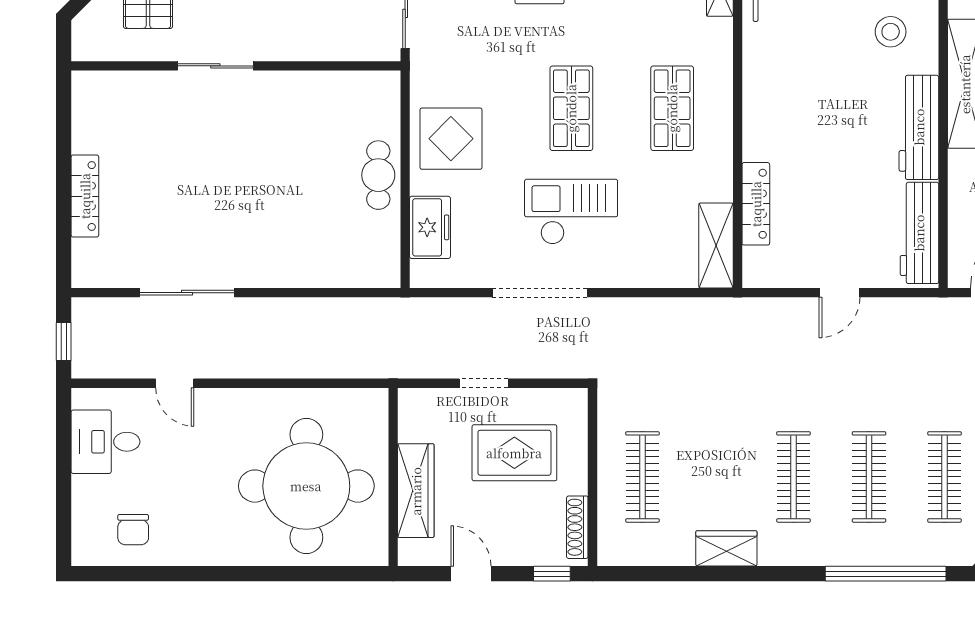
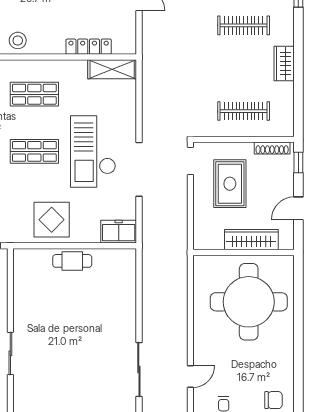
stool: (767, 79) -> (18, 40), added
checkout: (571, 212) -> (93, 152), width x1.36, depth x1.21
freezer: (430, 227) -> (119, 232), moved
doorway: (484, 383) -> (190, 161), moved

